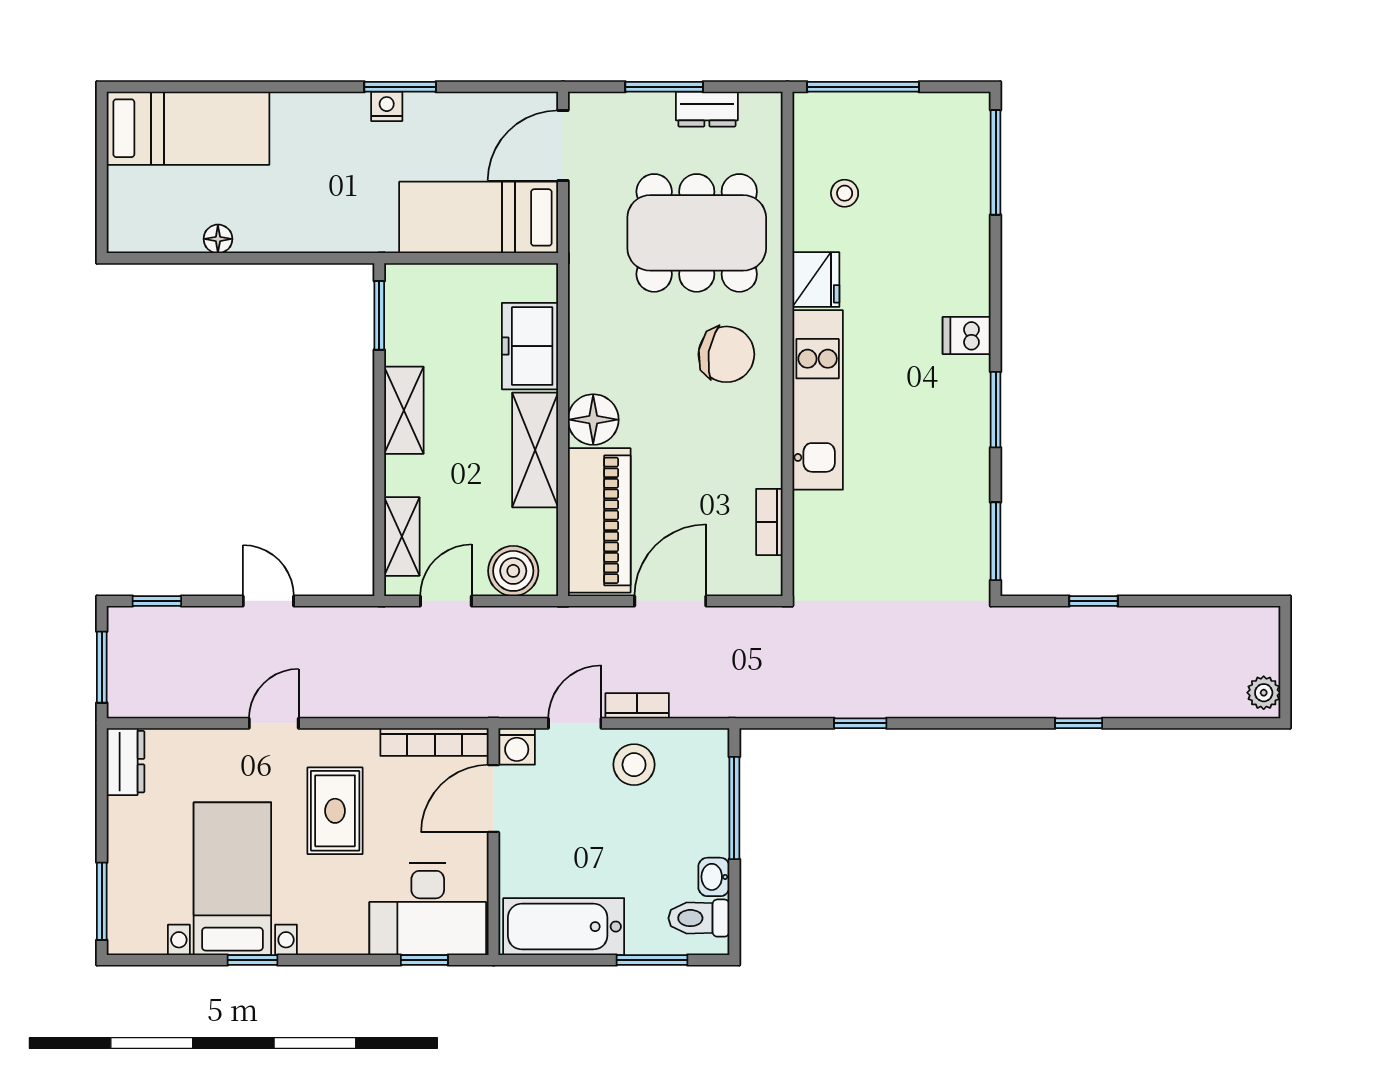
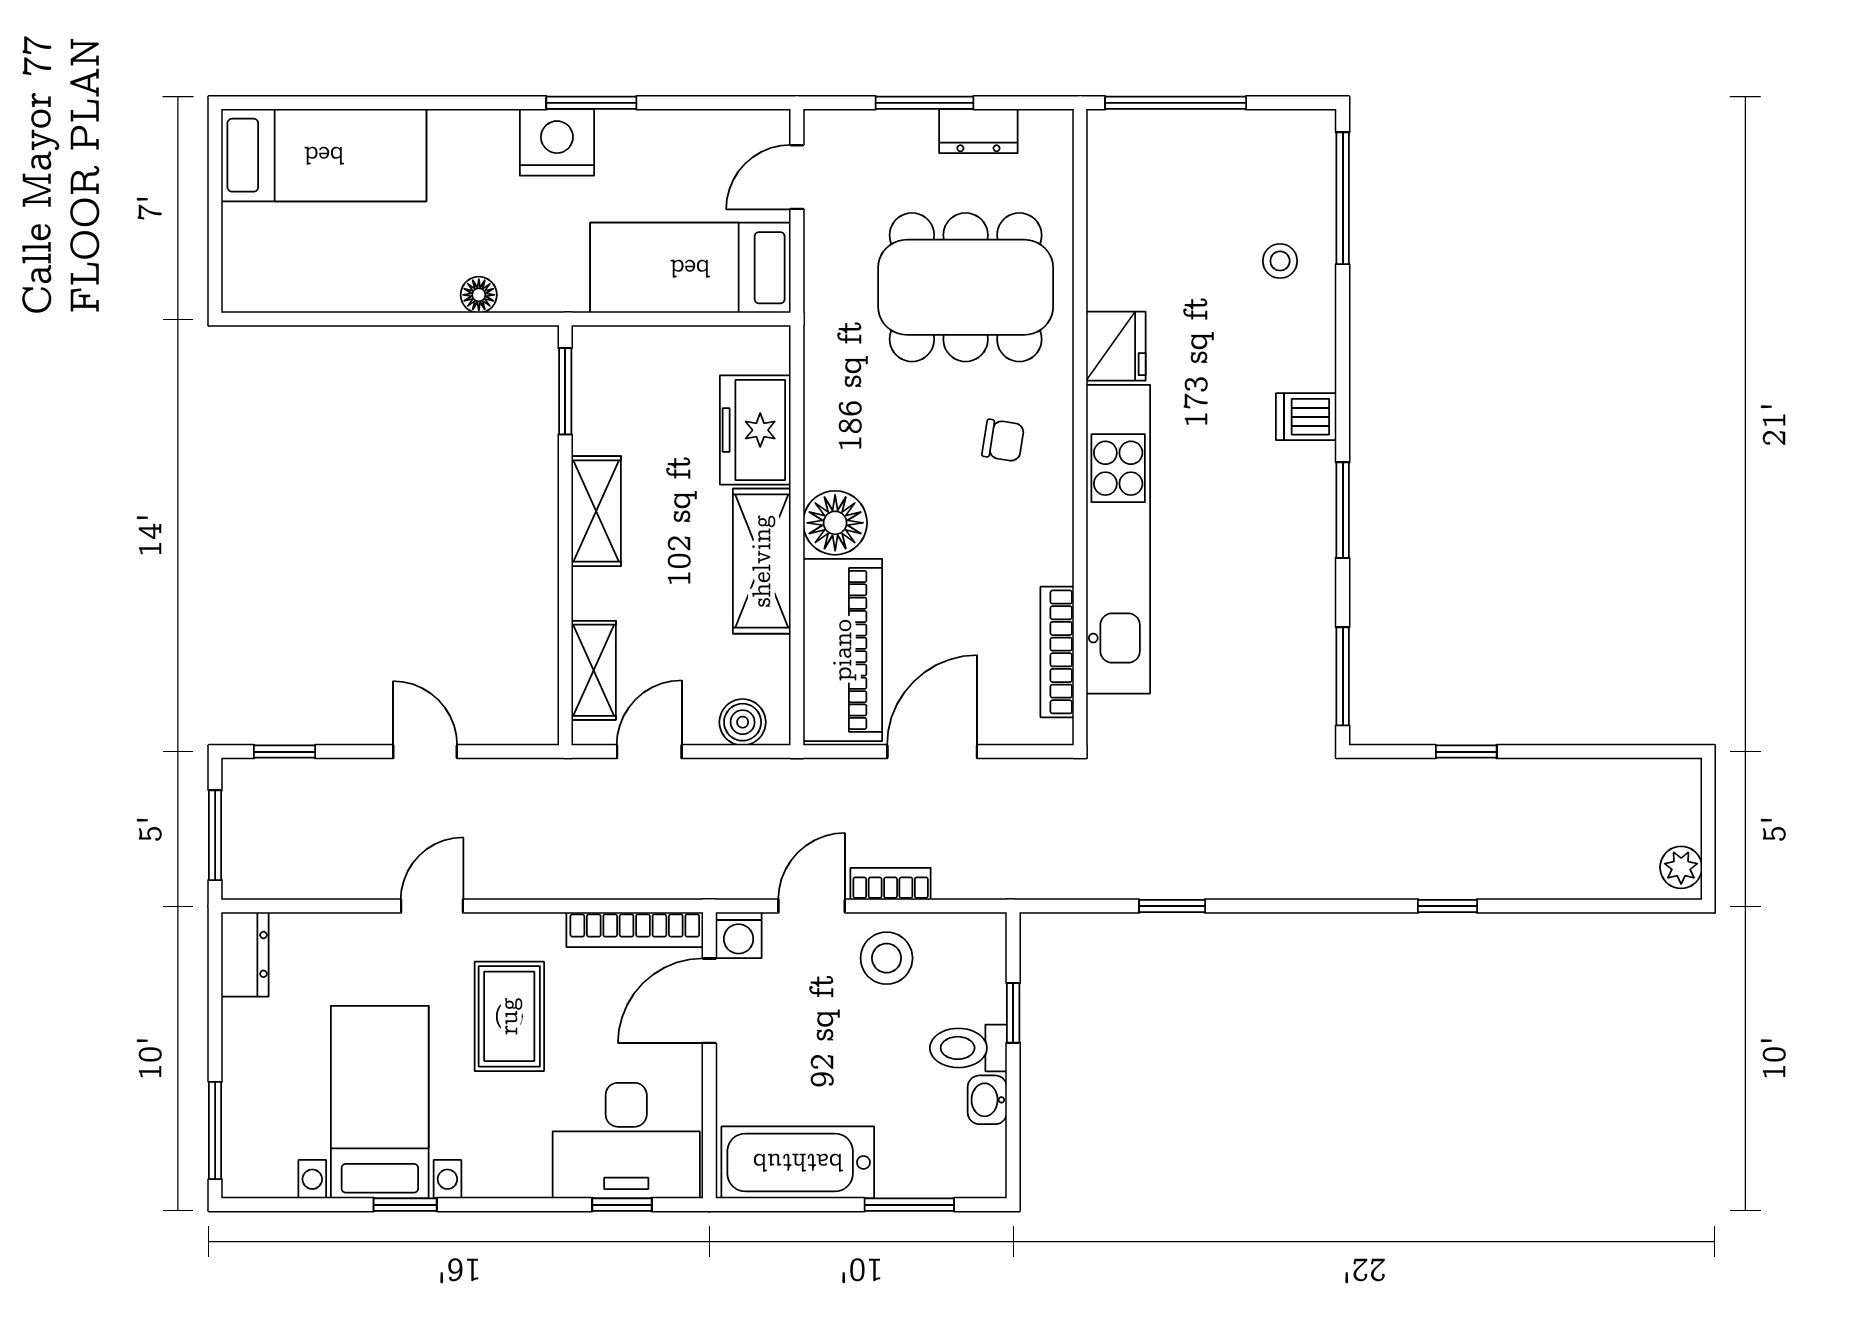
nightstand: (387, 106) -> (557, 142), width x1.89, depth x1.79
door: (563, 146) -> (797, 177), width x0.73
stool: (845, 193) -> (1280, 261), moved
floor lamp: (218, 239) -> (479, 295), moved
chair: (726, 354) -> (1003, 440), width x0.54, depth x0.54
kitchen unit: (818, 400) -> (1118, 539), width x1.36
bookcase: (769, 522) -> (1057, 652), width x1.56
boiler: (513, 571) -> (743, 722), width x0.73, depth x0.73
window: (734, 808) -> (1013, 1013), width x0.46
toilet: (699, 918) -> (968, 1048), moved

